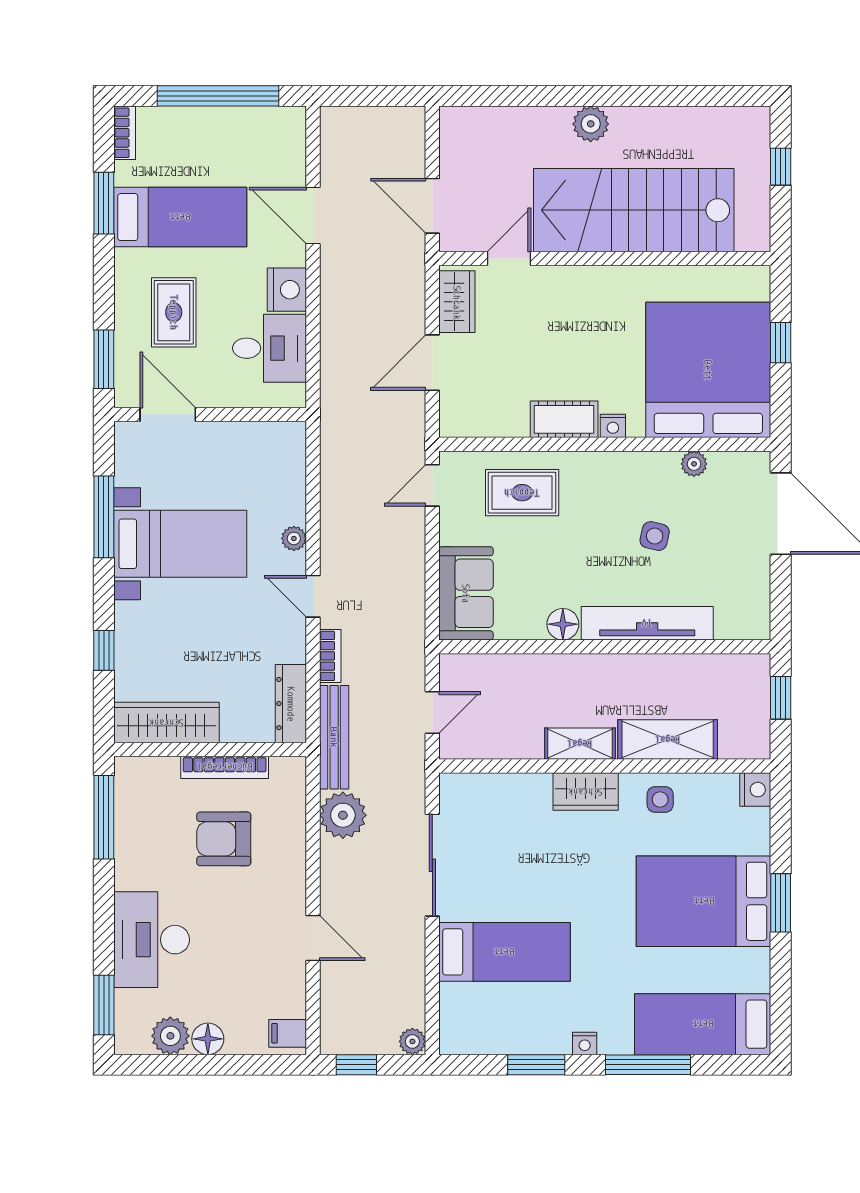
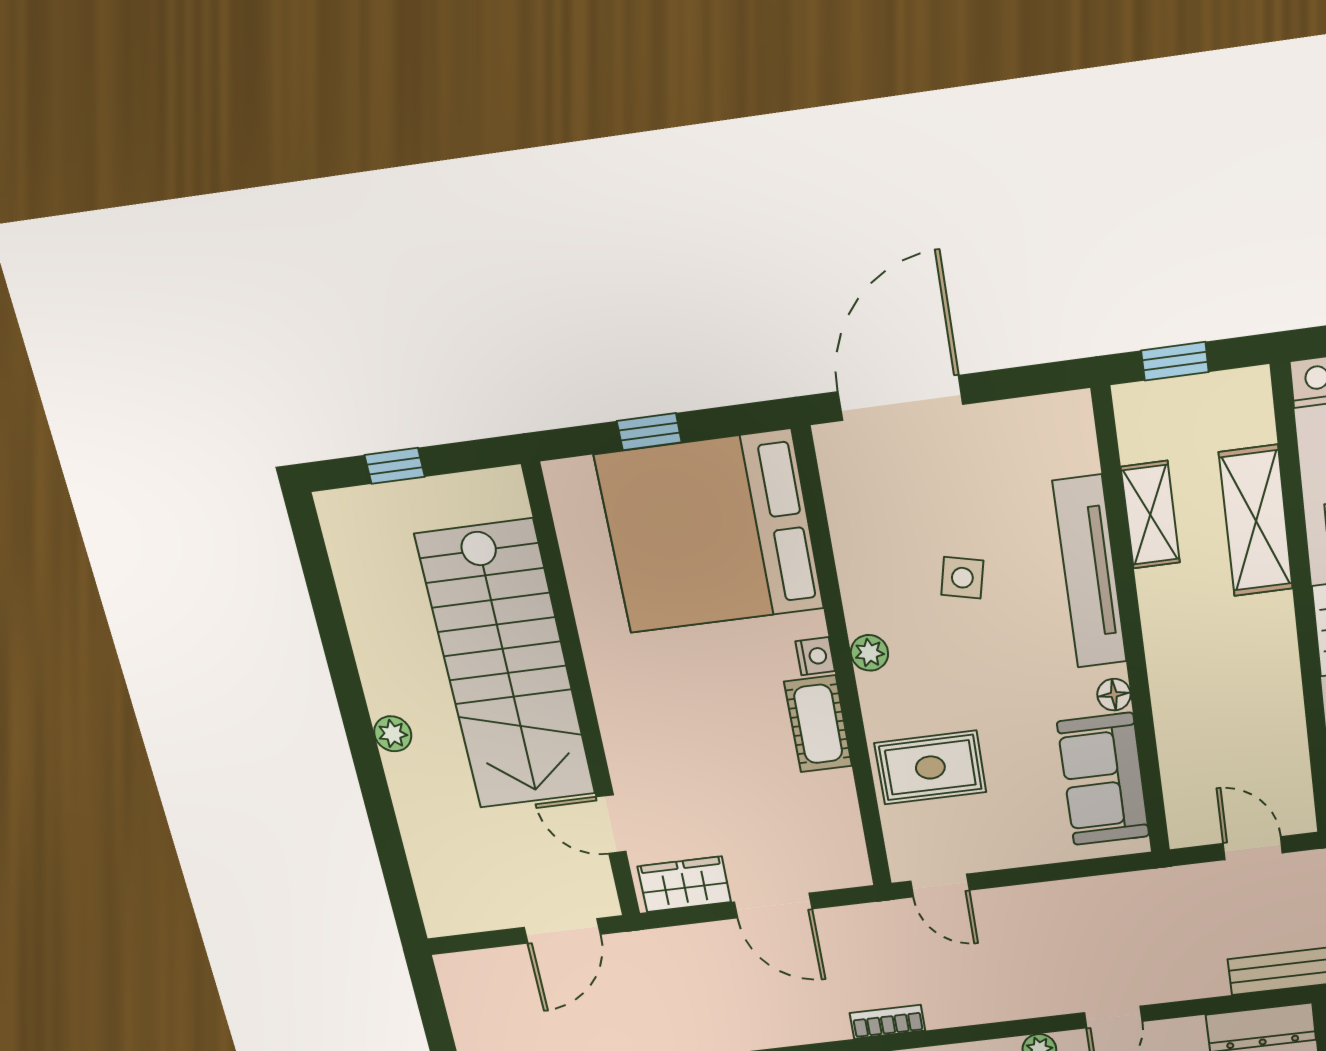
plant: (591, 124) -> (393, 734), width x0.73, depth x0.73
plant: (694, 464) -> (869, 653), moved
rug: (522, 493) -> (930, 767), turned 90
sofa: (466, 593) -> (1103, 779), moved, turned -90
floor lamp: (563, 624) -> (1114, 695), width x0.73, depth x0.73
bookcase: (330, 656) -> (887, 1022), moved
shelving: (580, 744) -> (1150, 515), moved

